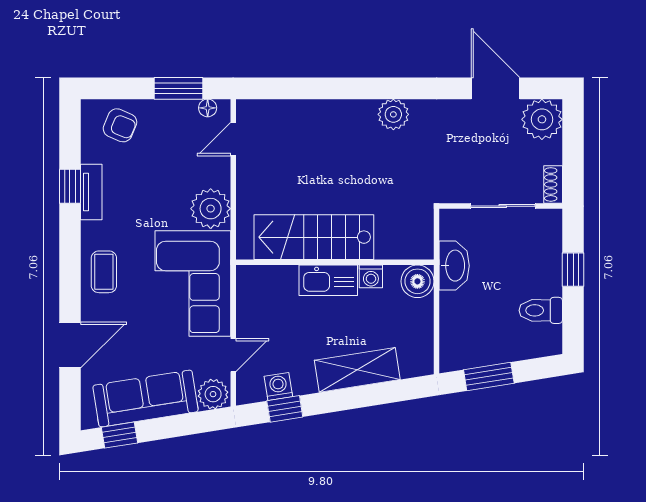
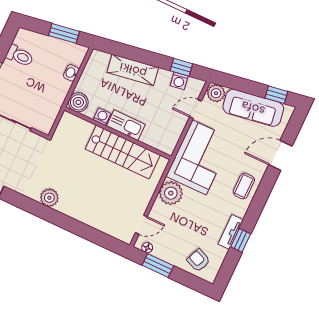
washbasin: (454, 266) -> (71, 73), moved, width x0.52, depth x0.69

